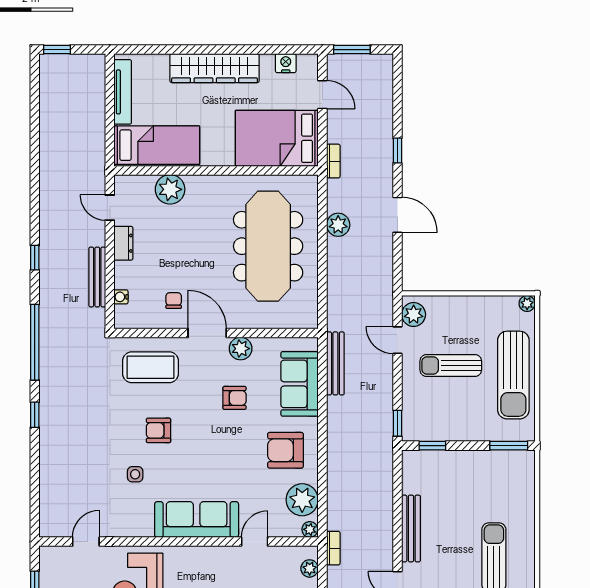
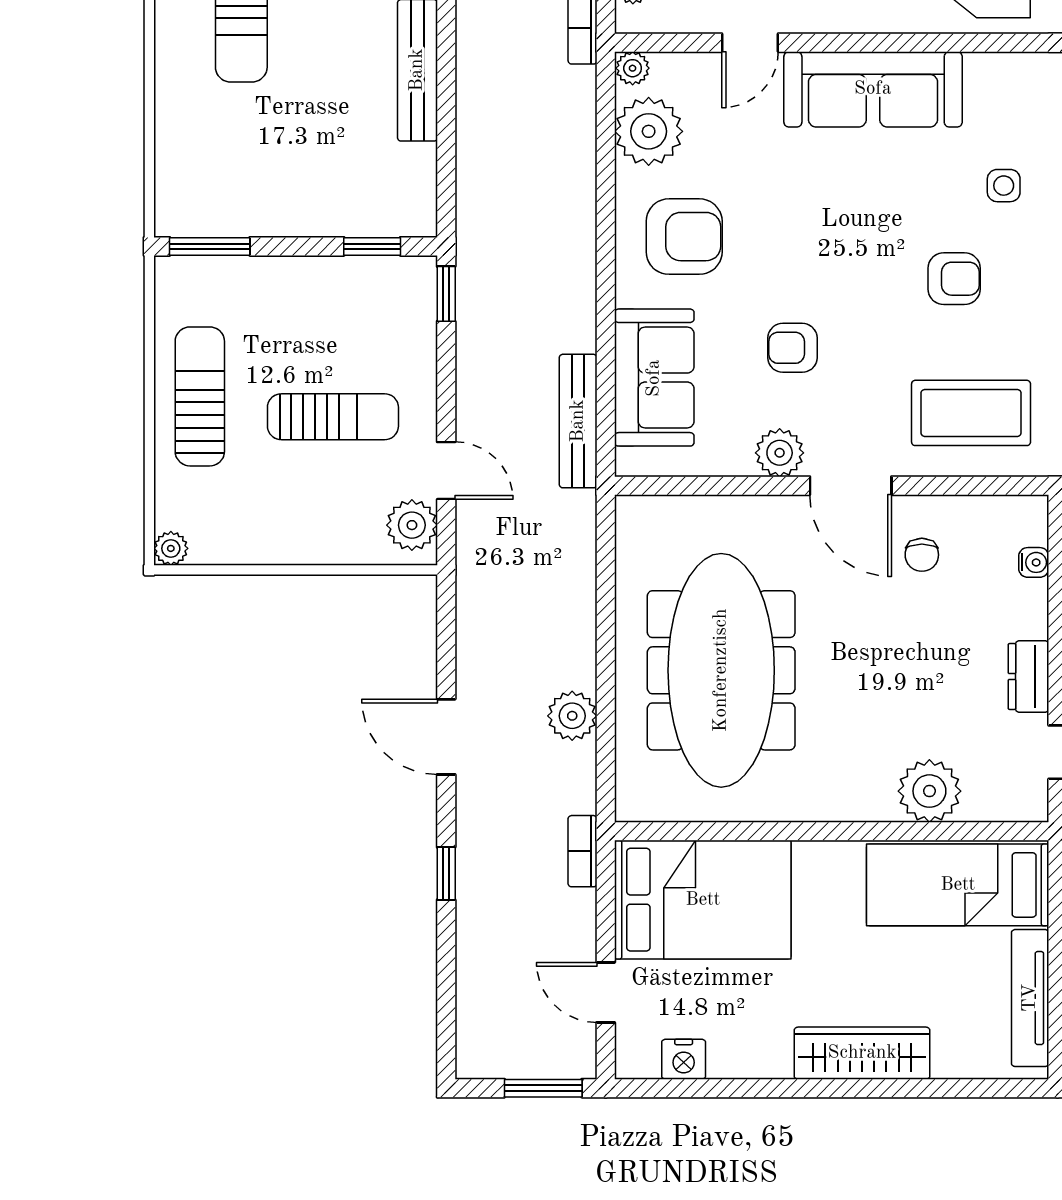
wardrobe: (215, 68) -> (862, 1053), width x0.71, depth x0.85
sun lounger: (513, 375) -> (200, 396), width x0.73, depth x0.75

